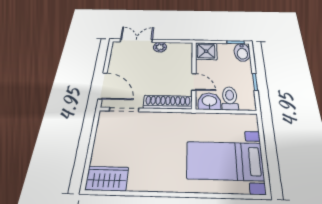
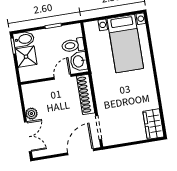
double door: (136, 41) -> (28, 137), swing flipped
shower: (206, 51) -> (26, 57), moved

